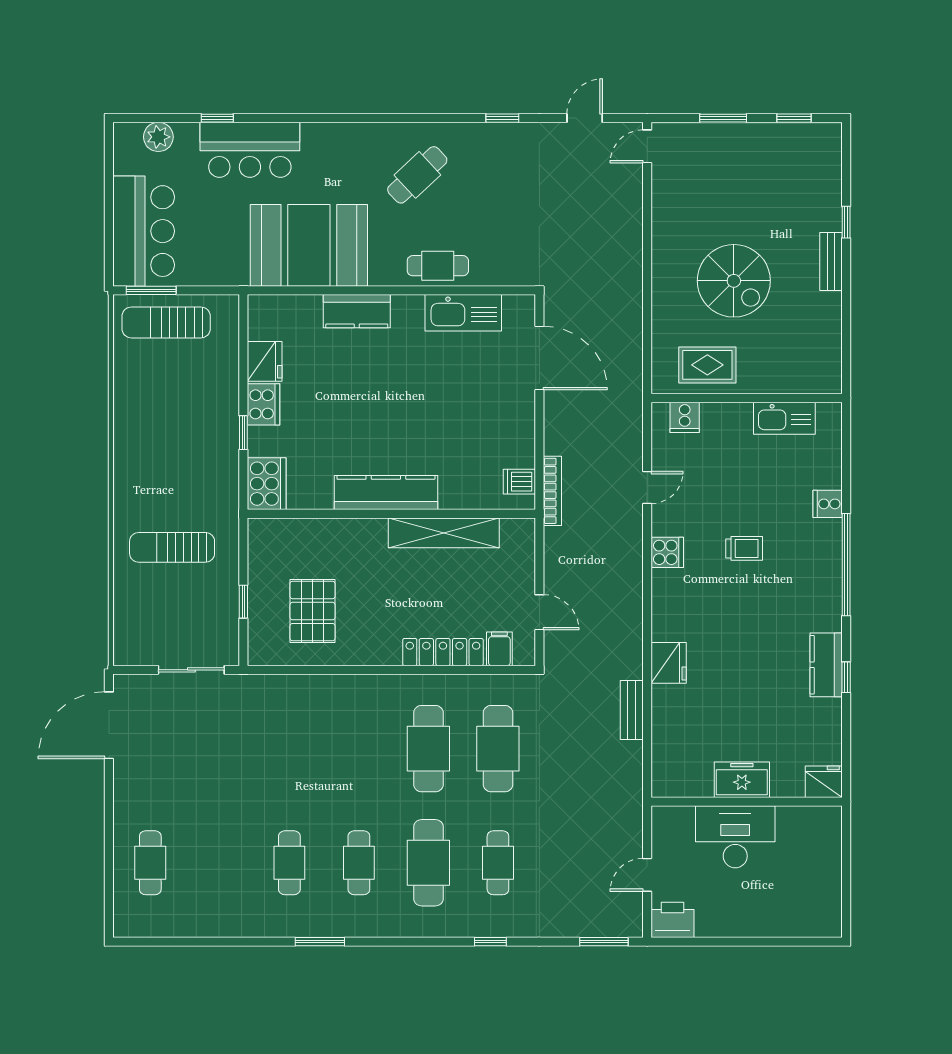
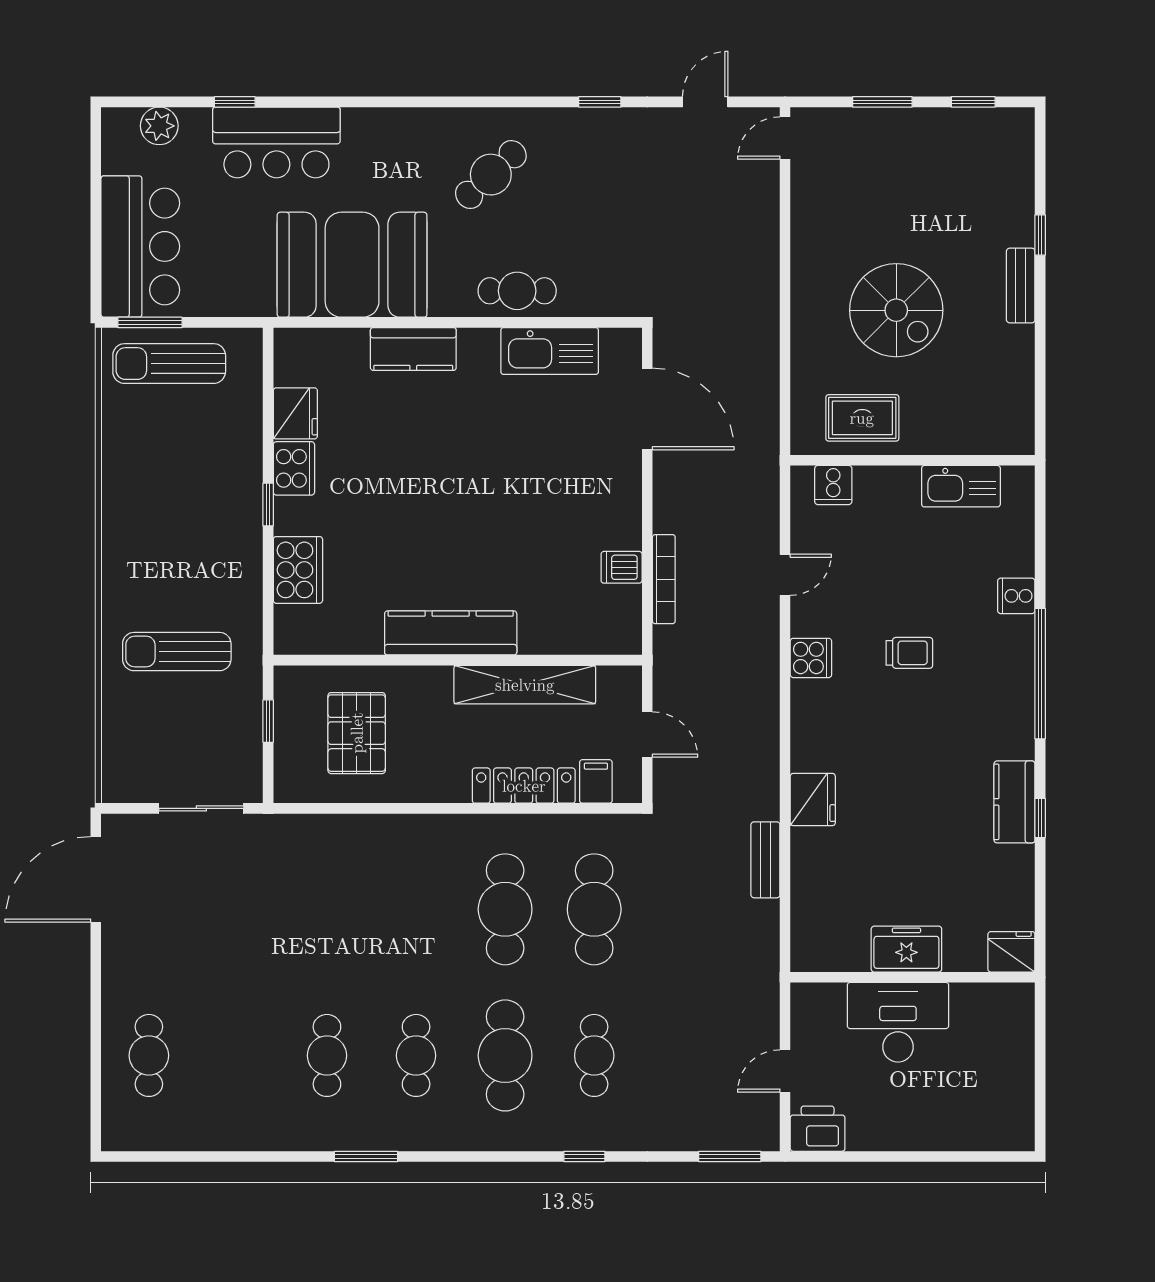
kitchen counter: (386, 492) -> (451, 633), moved
wall: (391, 514) -> (458, 660), moved
shelving: (444, 533) -> (525, 685), moved

